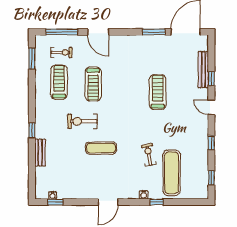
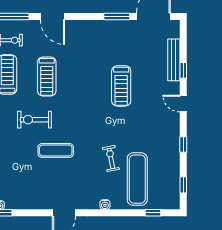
treadmill: (158, 92) -> (121, 86), turned 180
window: (157, 202) -> (153, 213), moved

